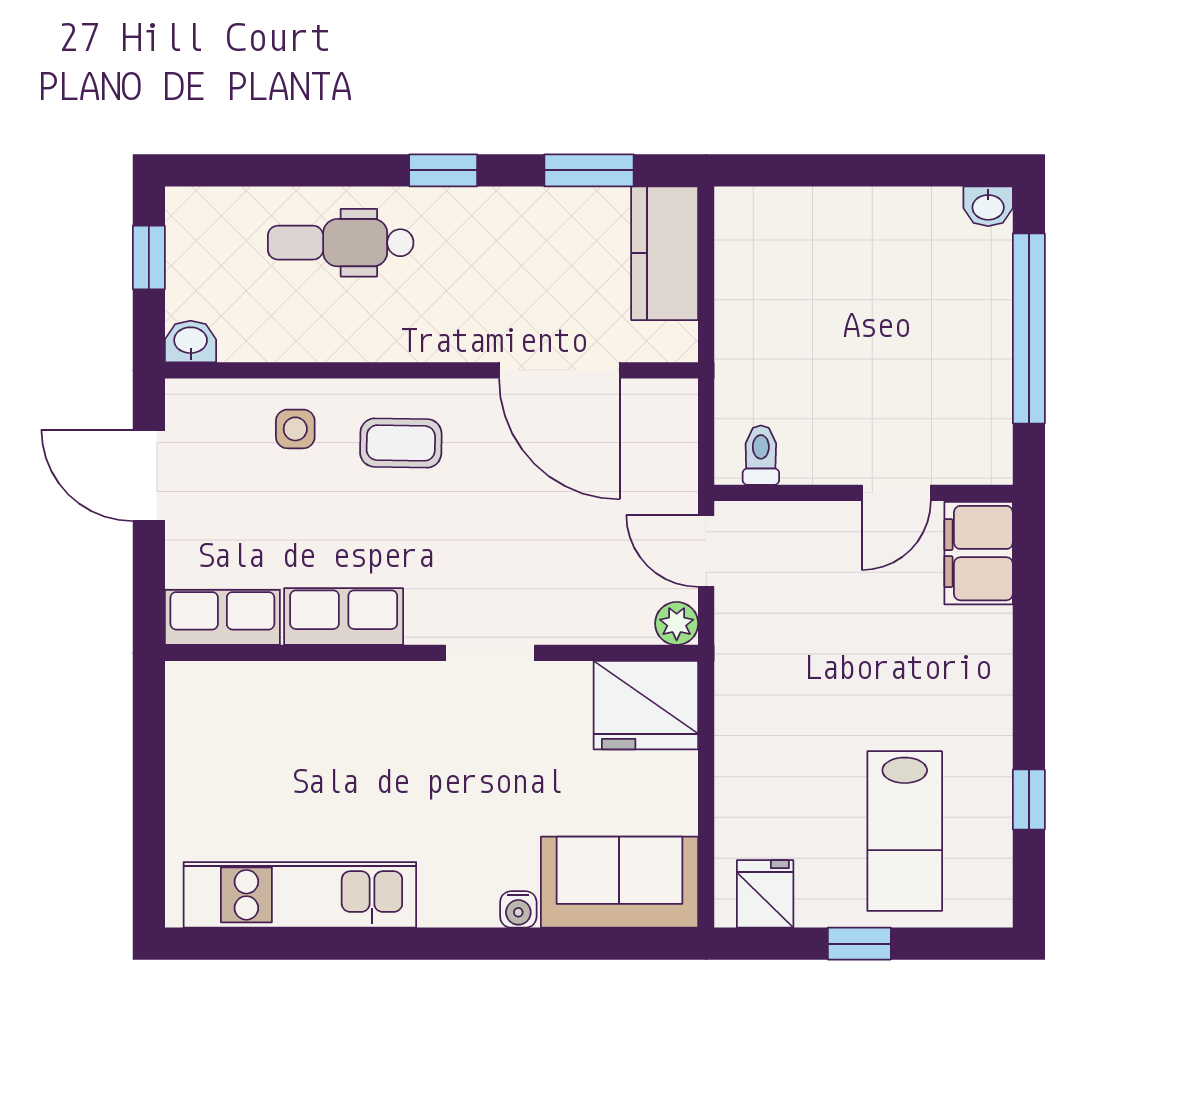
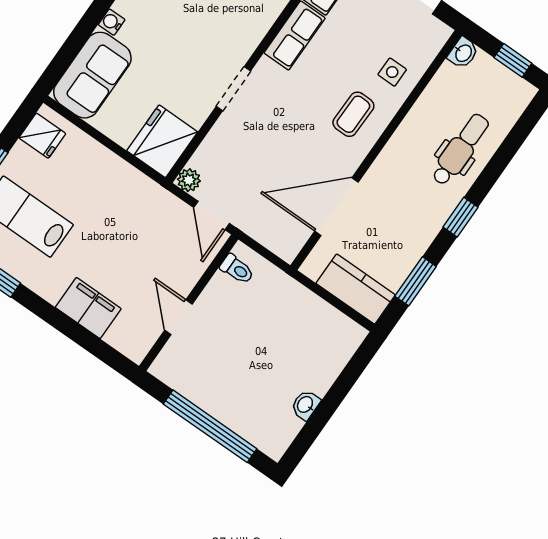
washbasin: (988, 206) -> (305, 405), moved
door: (706, 551) -> (212, 215), swing flipped
filing cabinet: (979, 553) -> (88, 308), moved

